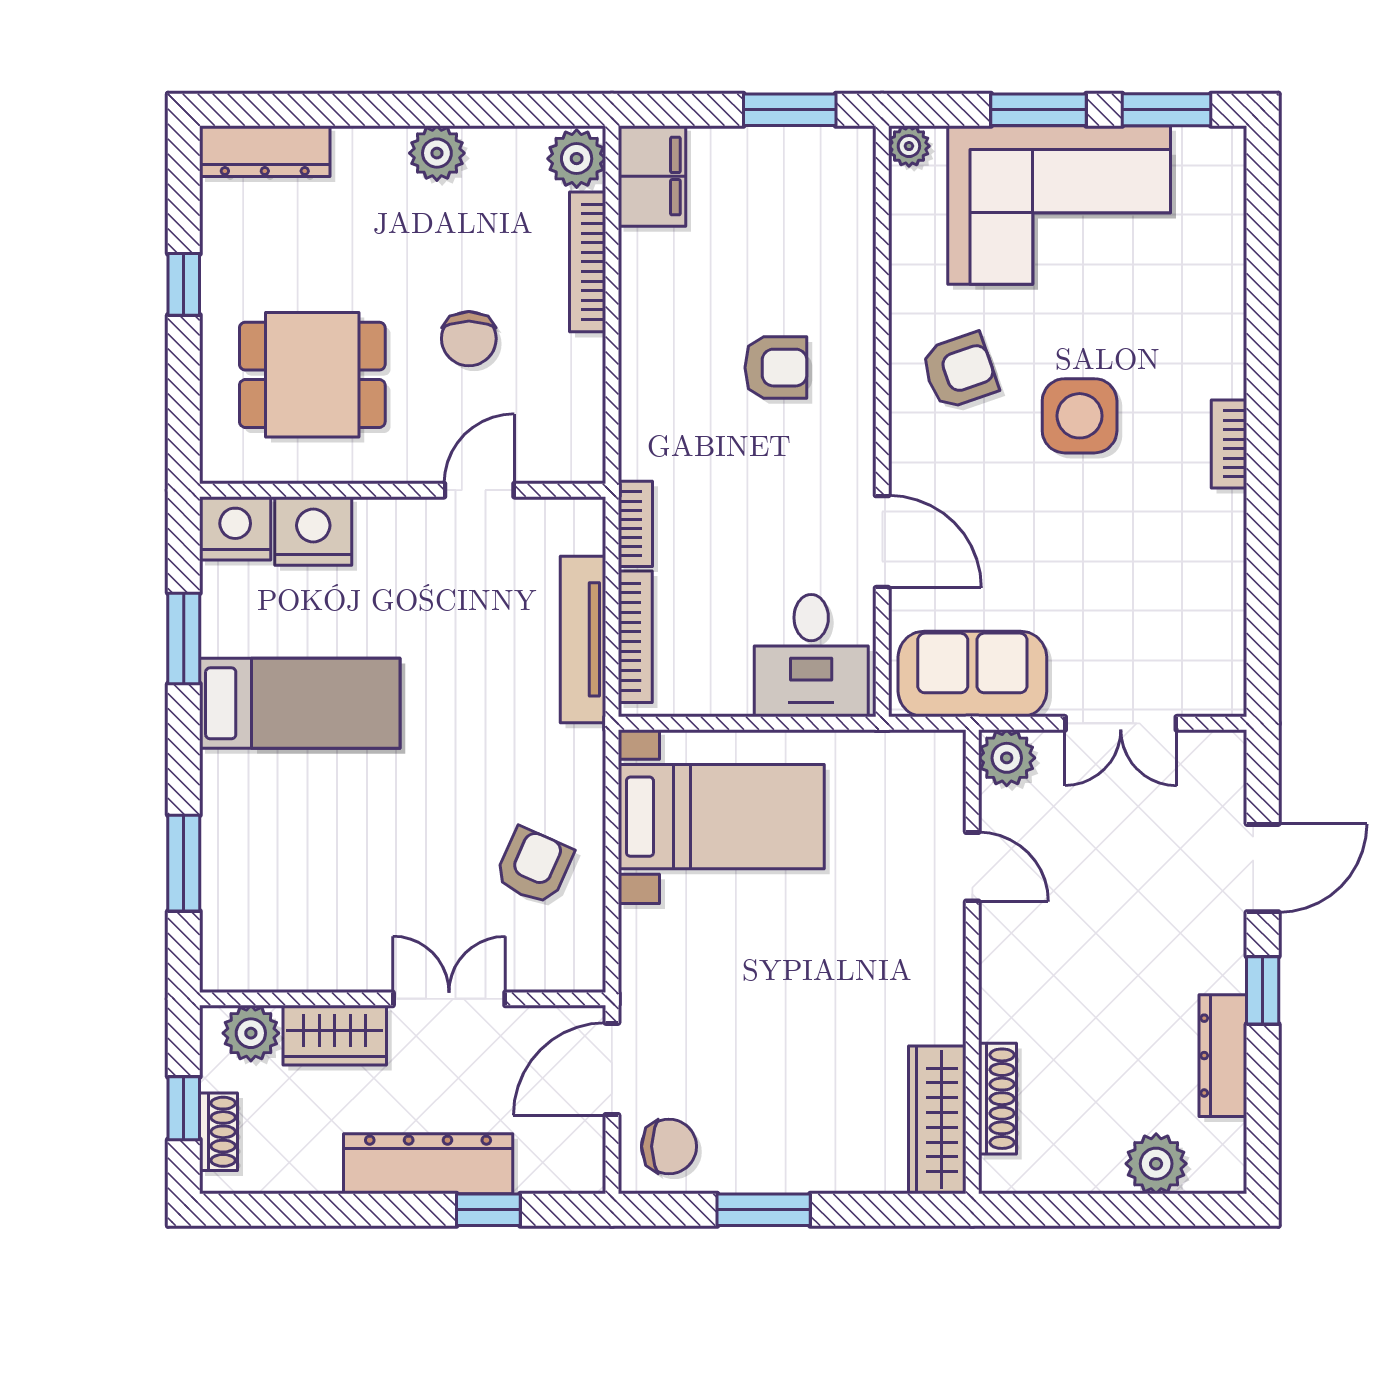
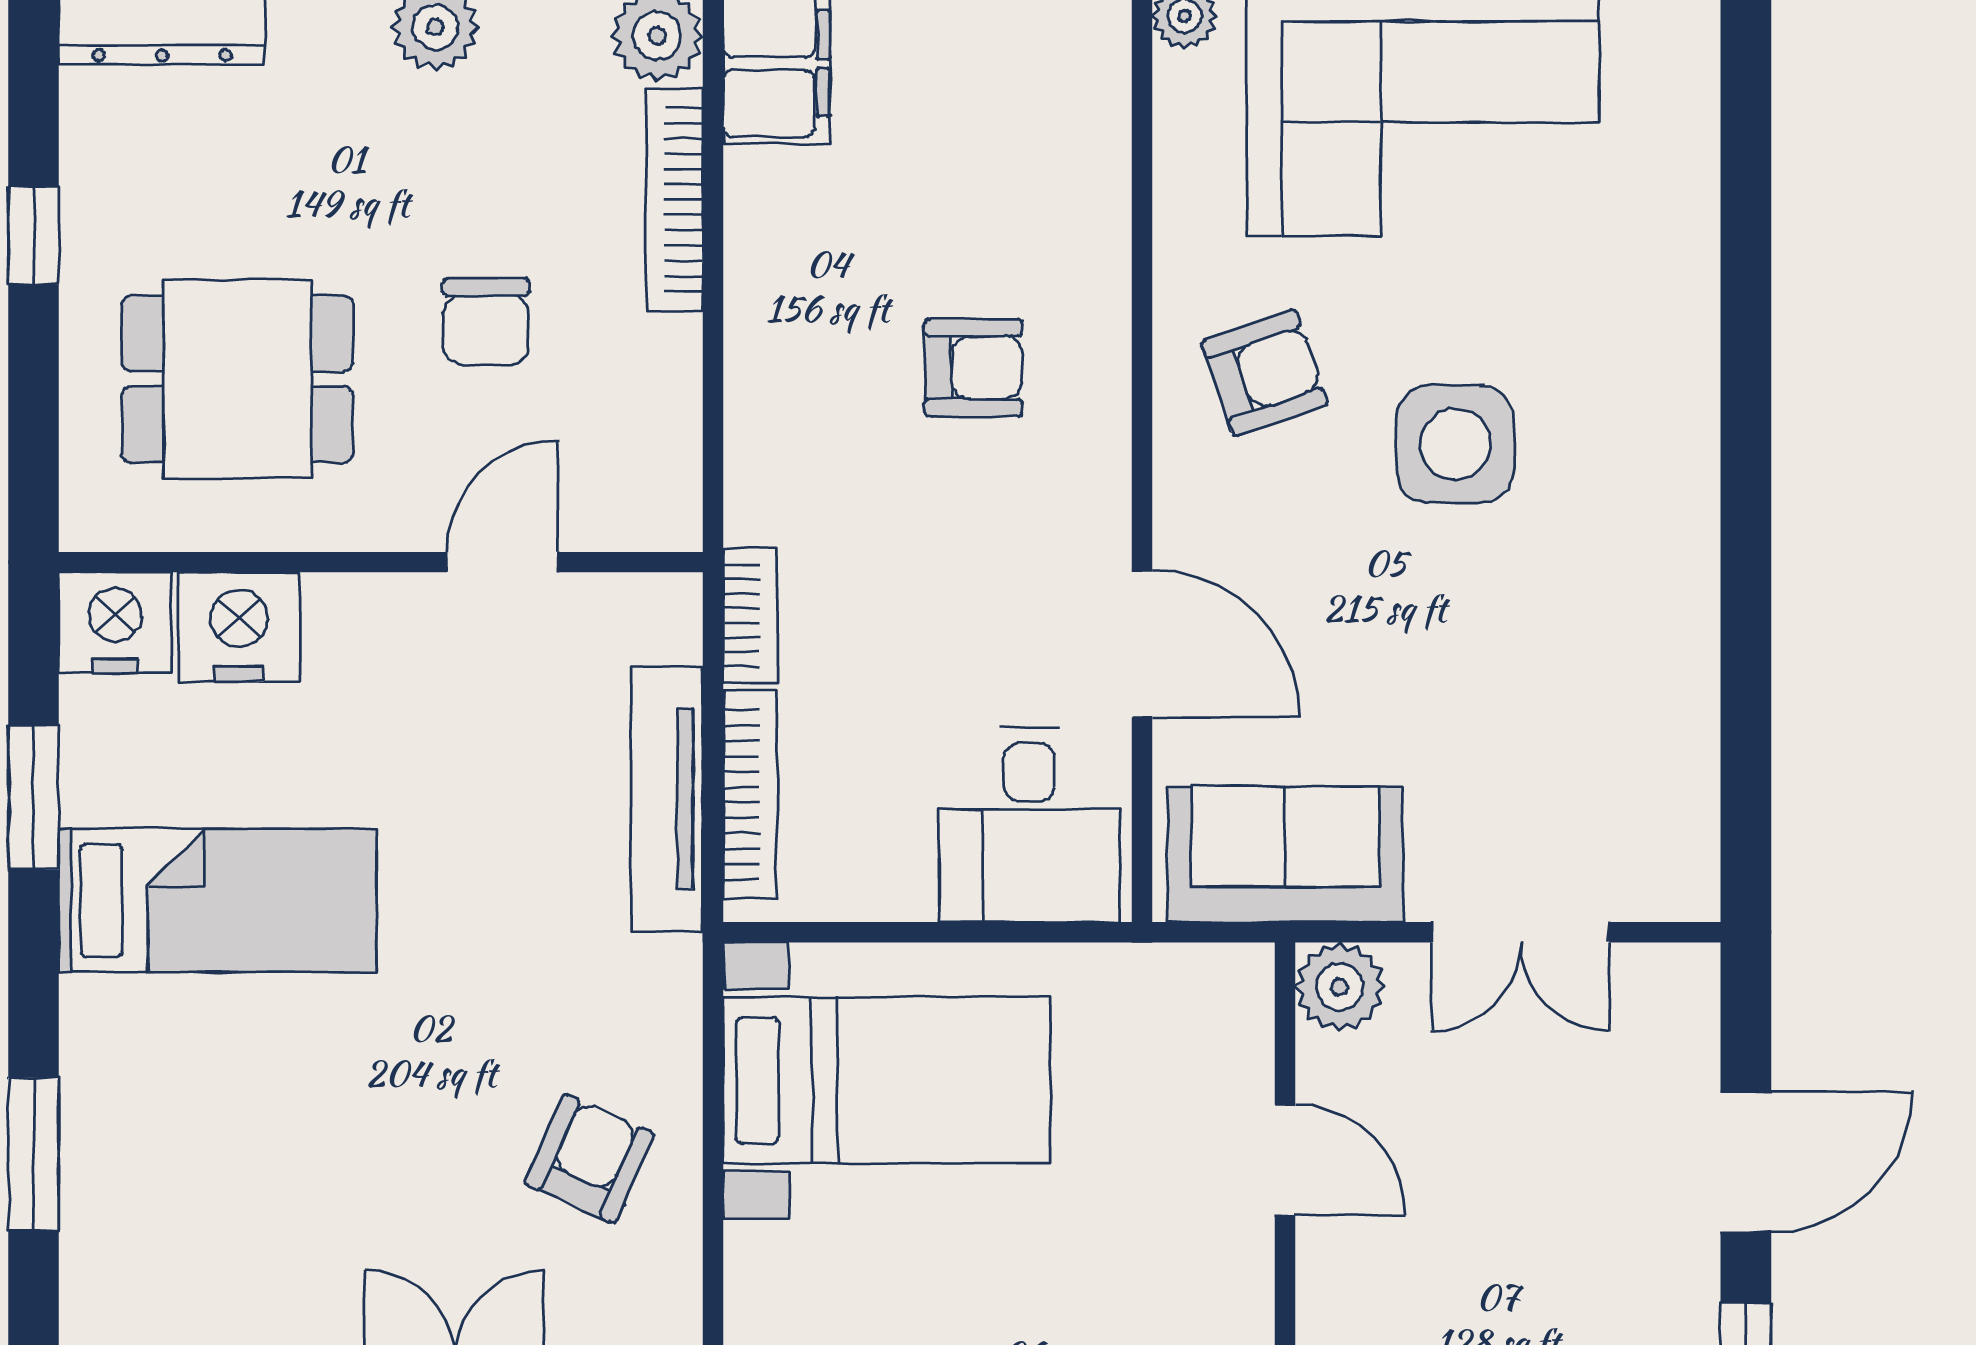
bookcase: (1229, 444) -> (1693, 489), removed

